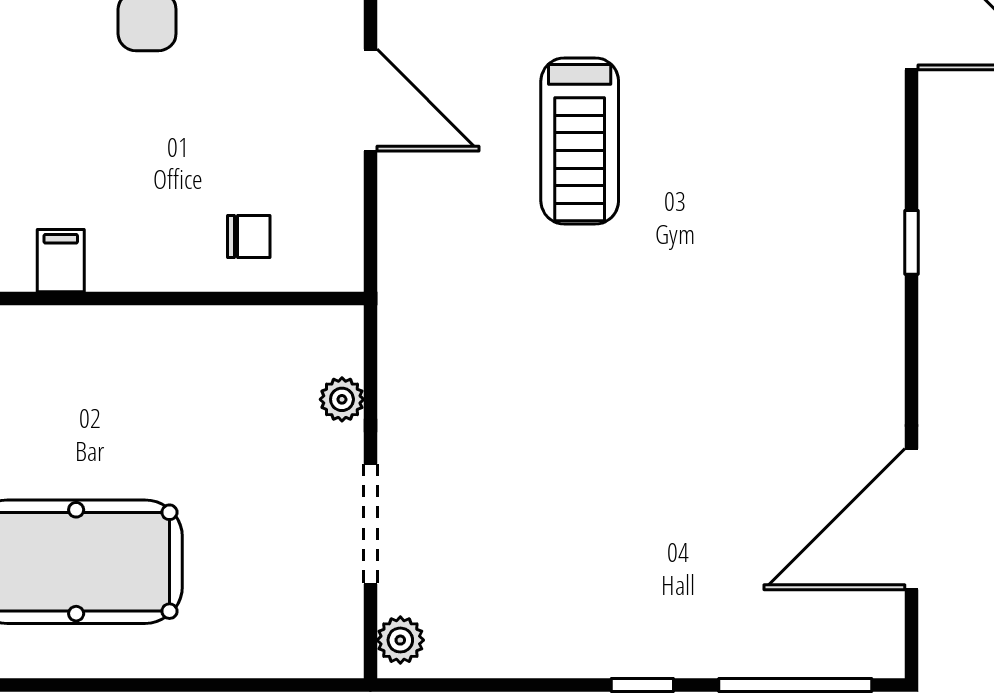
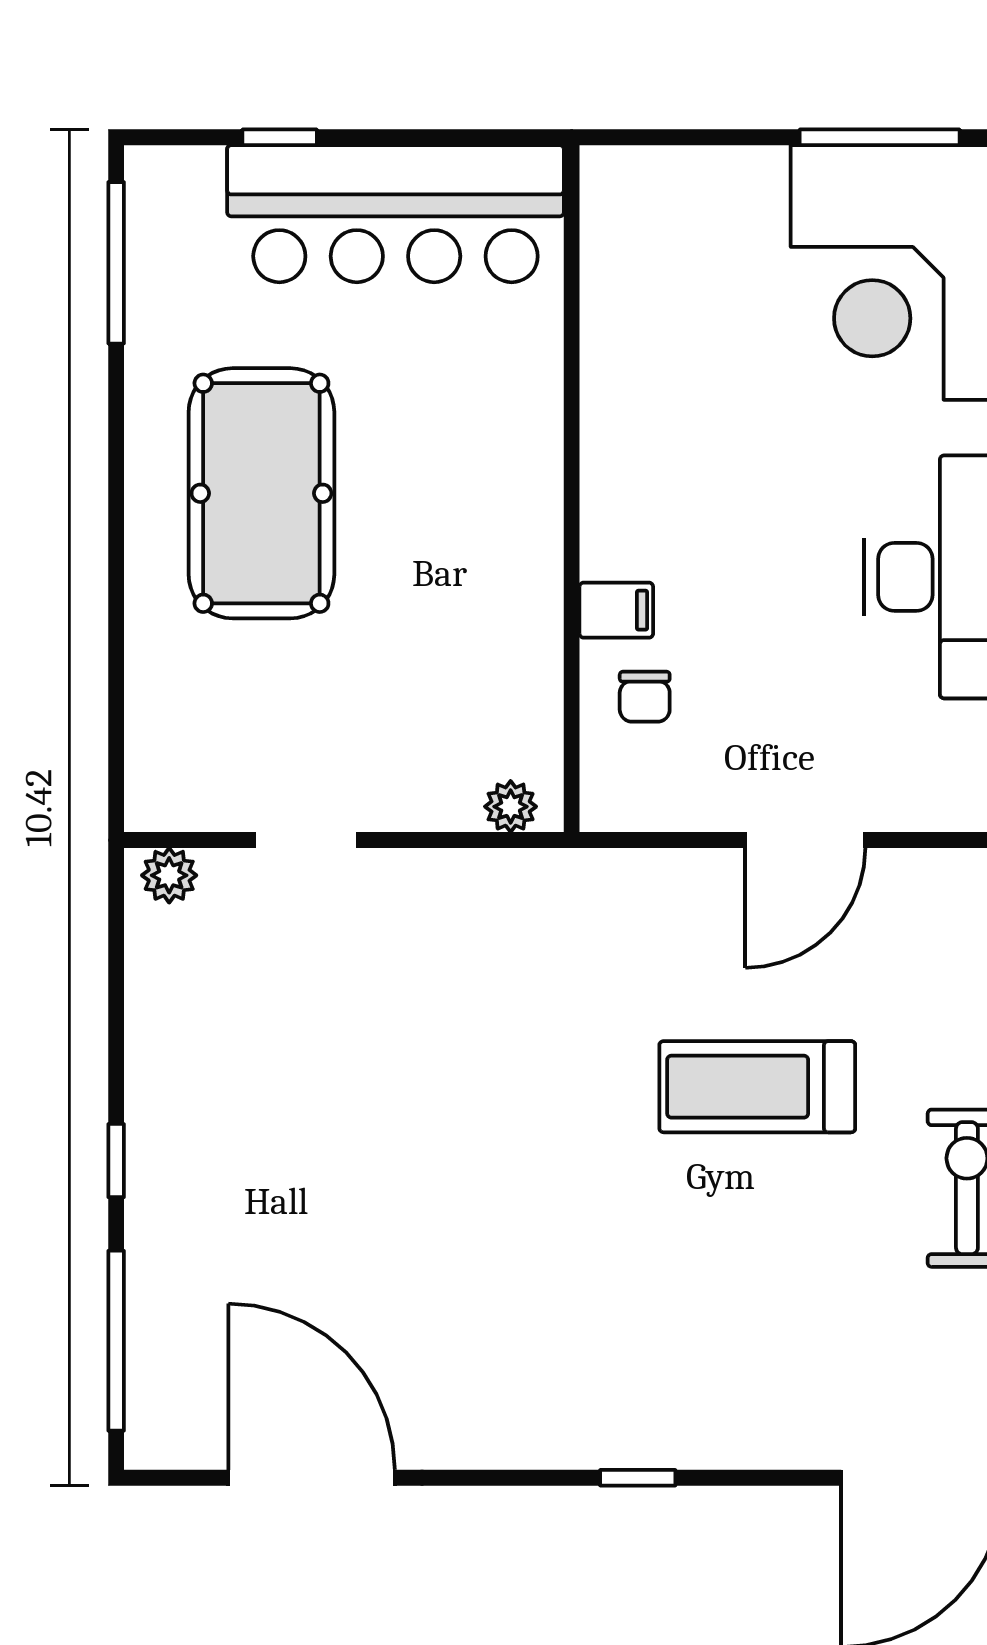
filing cabinet: (61, 261) -> (616, 610), moved
plant: (342, 399) -> (511, 807), moved
doorway: (370, 524) -> (306, 840), width x0.73

